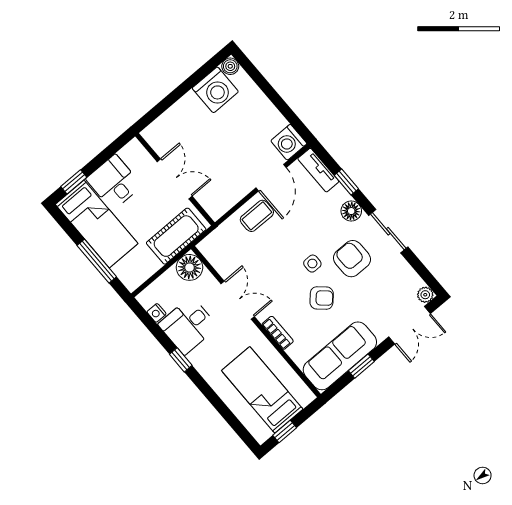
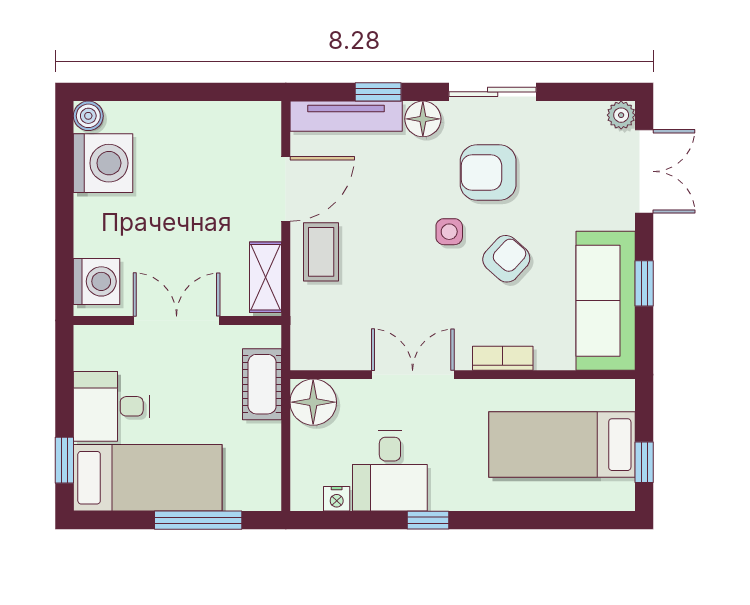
washing machine: (289, 142) -> (97, 281), moved, turned -90
tv unit: (318, 170) -> (346, 116), width x1.41
door: (271, 178) -> (286, 189), hinge flipped
shelving: (226, 201) -> (265, 277), added
cot: (176, 236) -> (262, 384), width x0.73, depth x0.75

